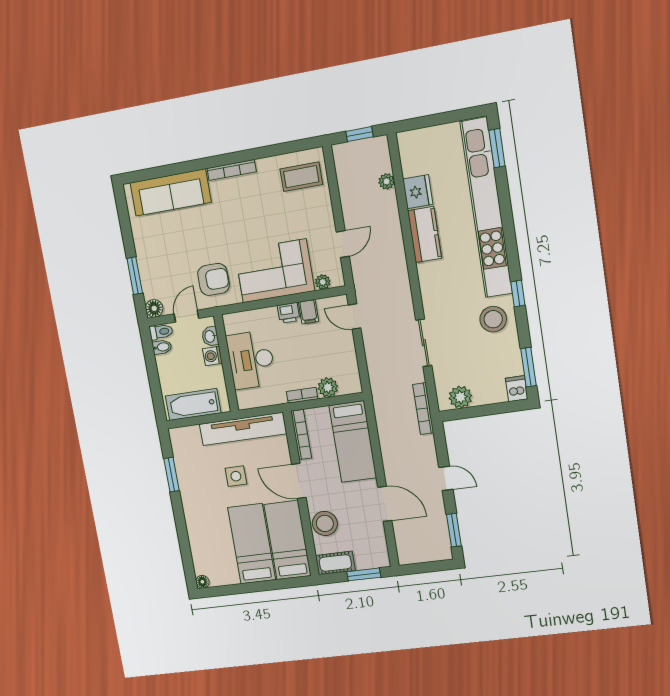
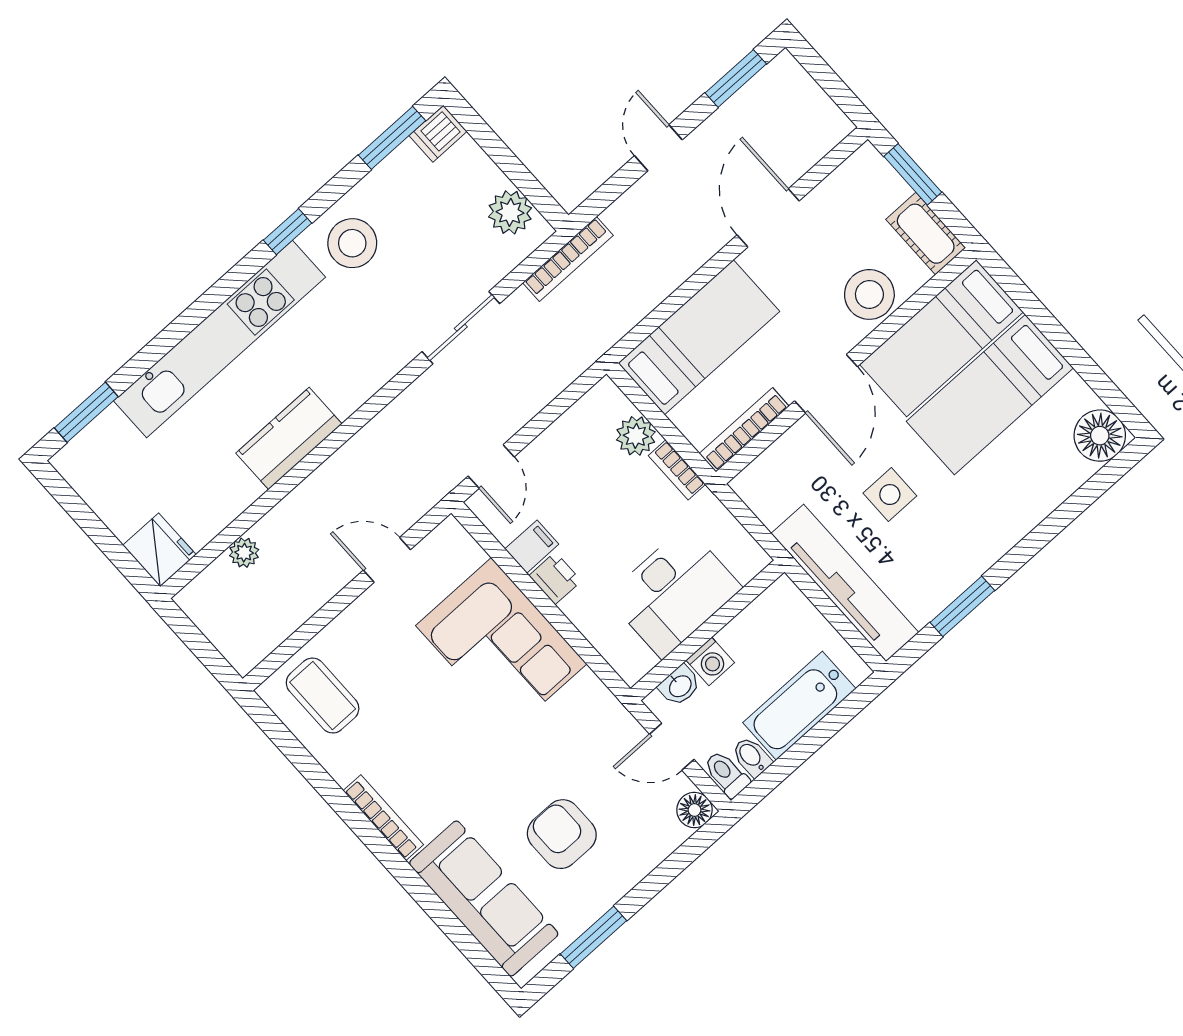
window: (359, 134) -> (198, 643), removed
fridge: (418, 192) -> (159, 550), moved, turned 90
kitchen unit: (486, 208) -> (220, 339), width x0.73
window: (135, 276) -> (594, 937), moved
armchair: (214, 279) -> (562, 834), moved
plant: (323, 282) -> (469, 554), removed
bathtub: (193, 404) -> (799, 706), moved, turned 90
tv unit: (243, 429) -> (845, 583), moved
floor lamp: (202, 582) -> (1100, 436), width x1.89, depth x1.89

